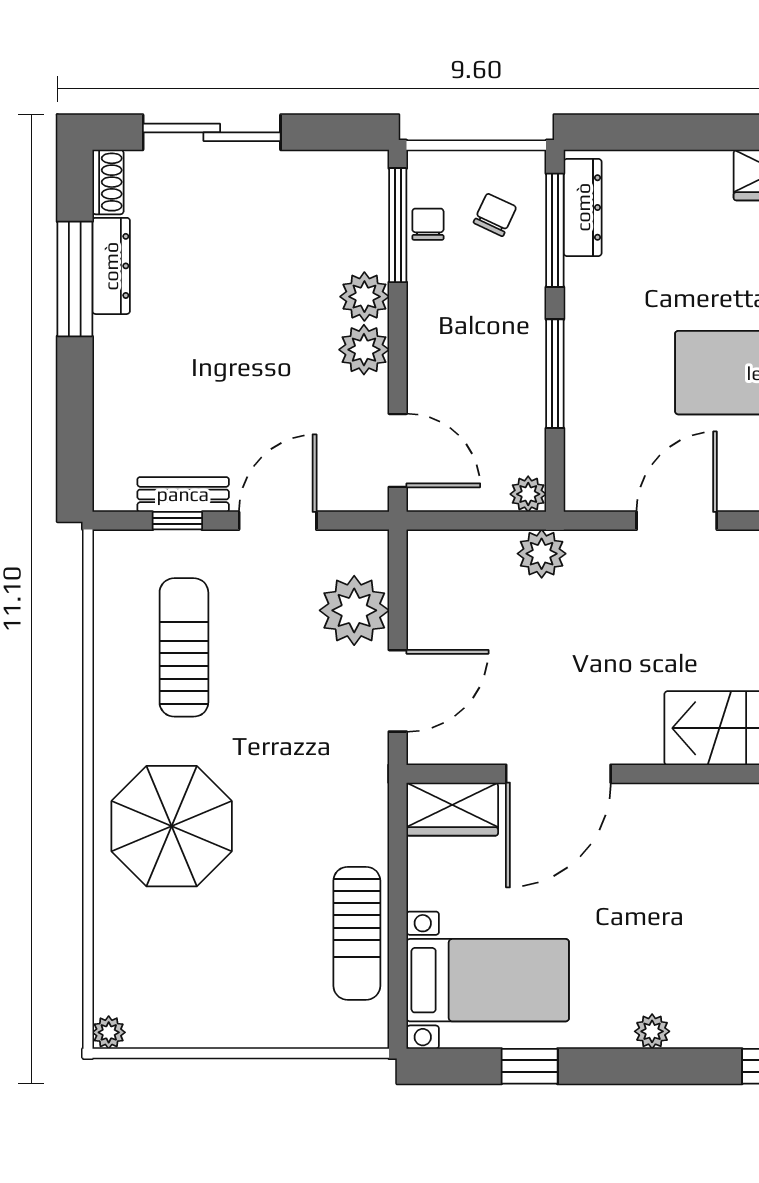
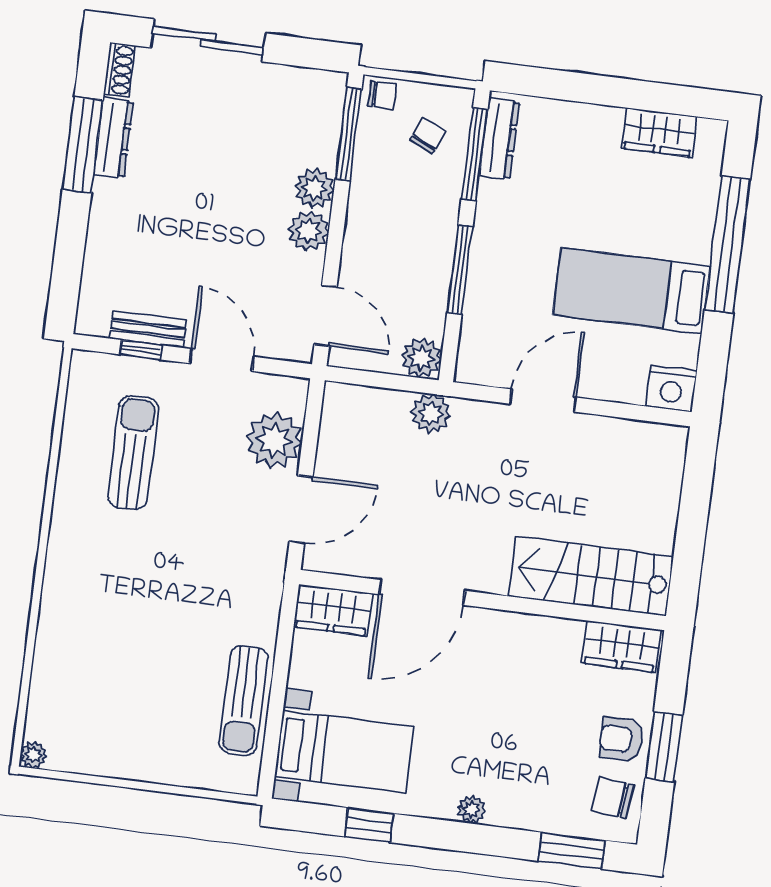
chair: (428, 224) -> (382, 95), moved, turned 90
plant: (528, 494) -> (421, 358), width x1.38, depth x1.38
door: (278, 521) -> (222, 360), hinge flipped
parasol: (172, 826) -> (105, 595), removed

